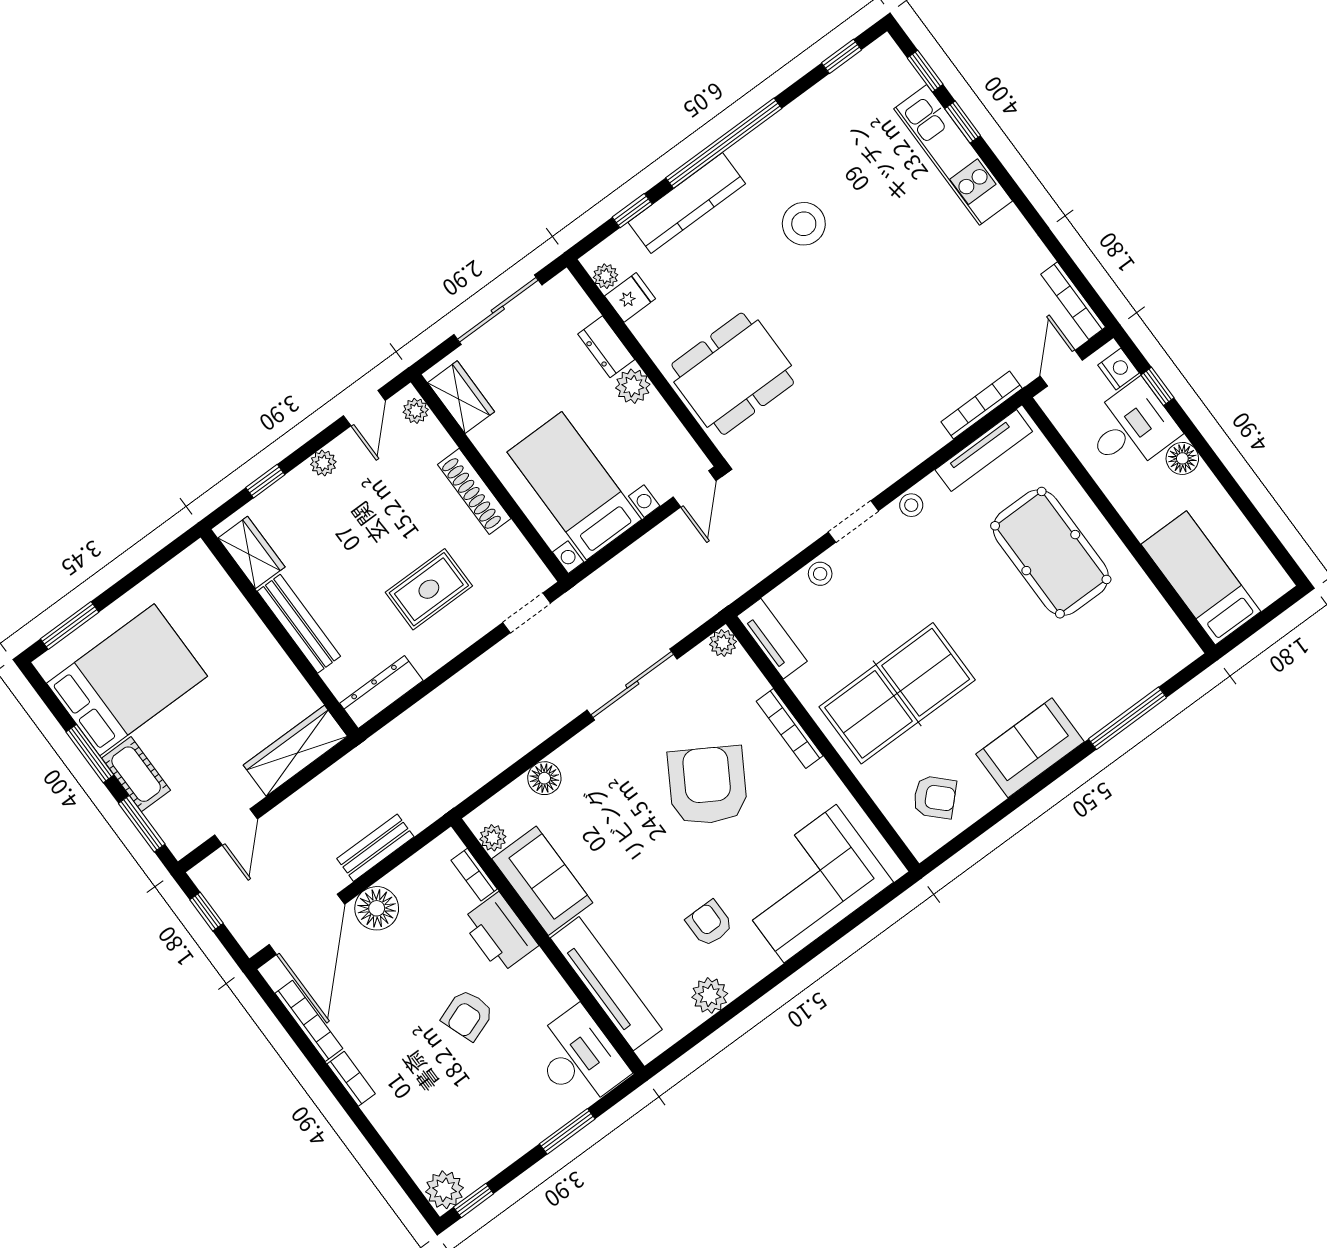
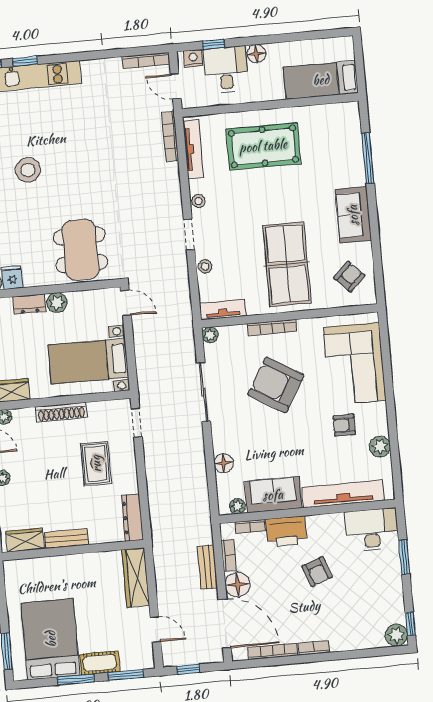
bench: (299, 624) -> (66, 539), width x0.73
bookcase: (412, 869) -> (229, 555), added

